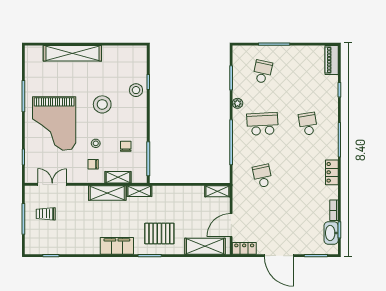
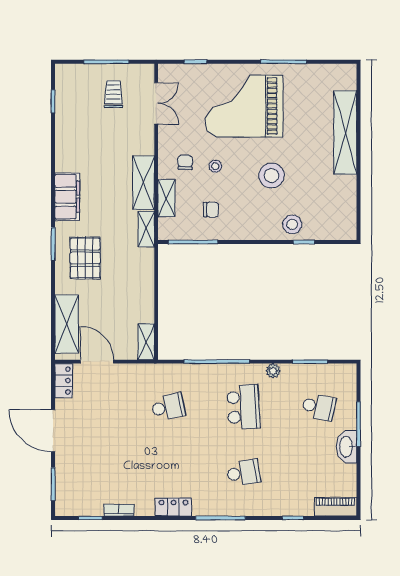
washbasin: (331, 233) -> (347, 447), moved, turned -90
door: (279, 256) -> (53, 431), hinge flipped

